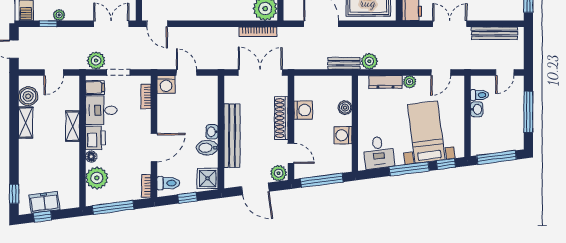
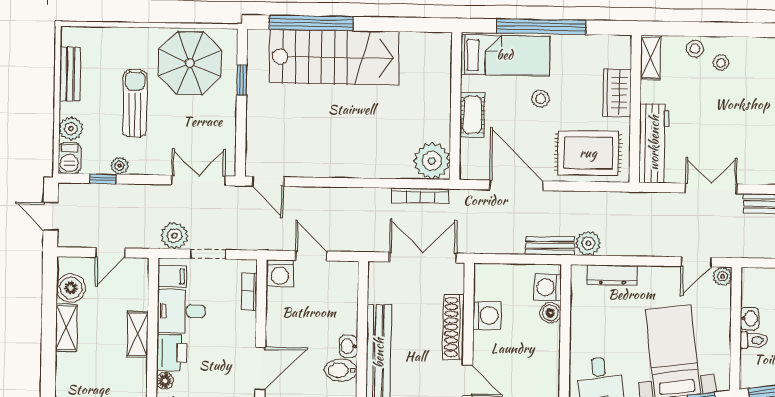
plant: (410, 82) -> (722, 276), moved
toilet: (480, 95) -> (754, 340), moved
washing machine: (343, 135) -> (548, 287), moved

